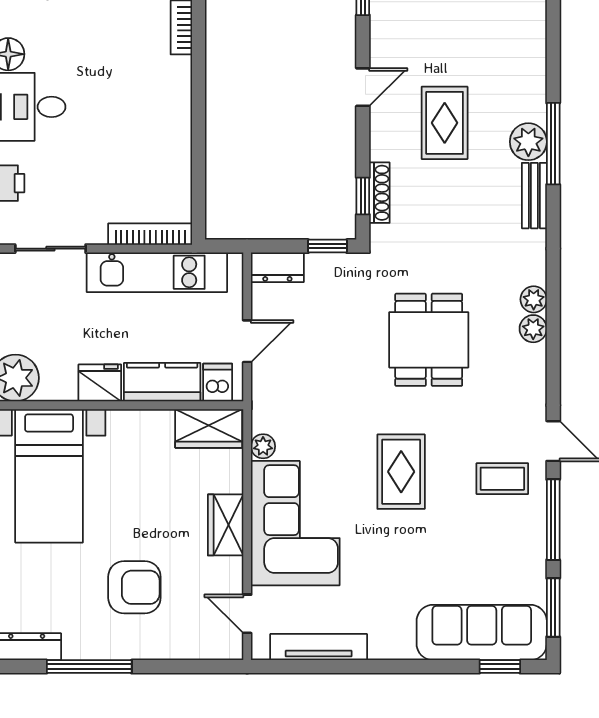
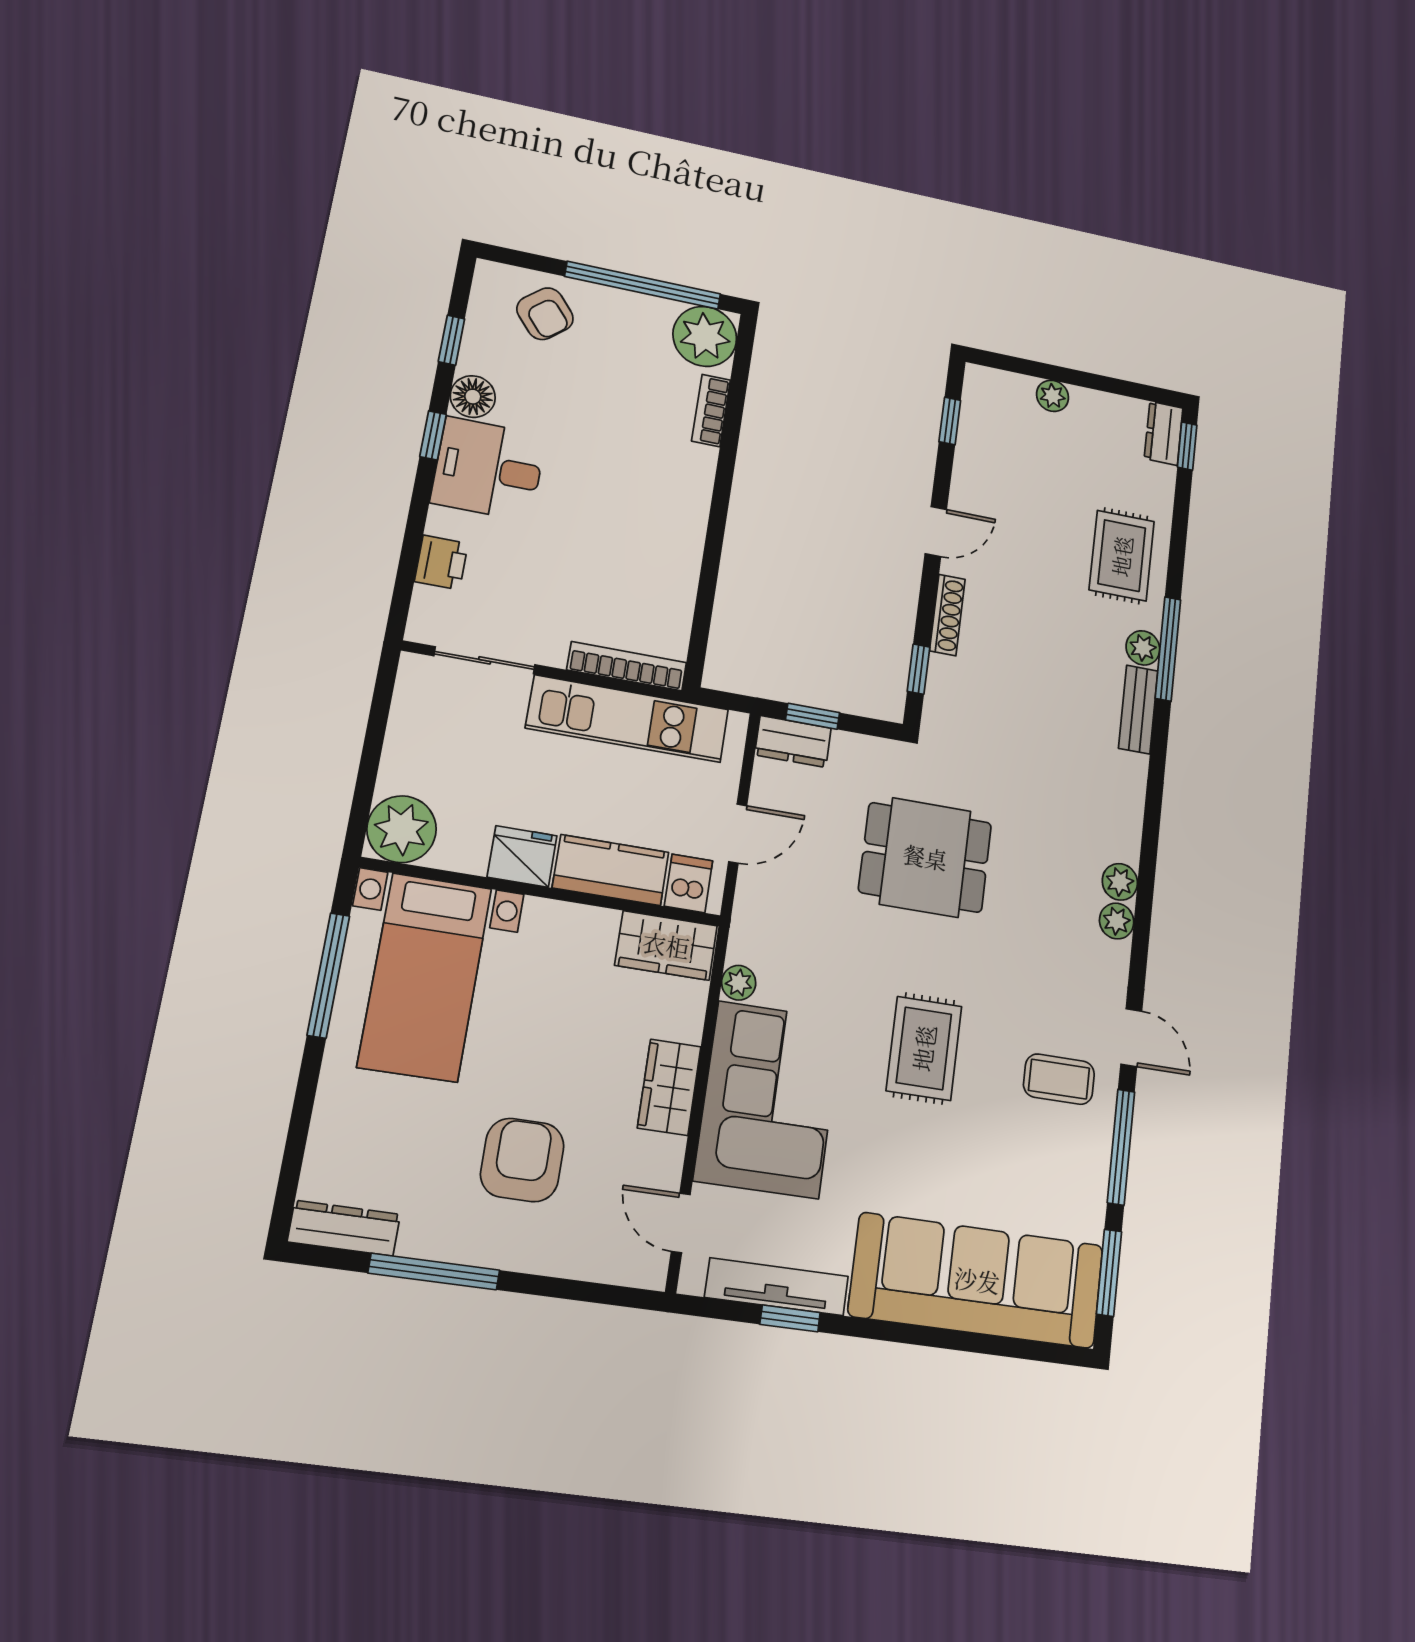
rug: (445, 123) -> (1122, 556), moved
plant: (528, 142) -> (1143, 648), width x0.73, depth x0.73
shoe rack: (379, 193) -> (947, 615), moved
window: (328, 246) -> (813, 716), moved
plant: (534, 299) -> (1117, 921), moved
dining table: (429, 340) -> (925, 857), moved, turned 90
armchair: (134, 587) -> (522, 1160), turned -90
sofa: (482, 632) -> (977, 1280), width x1.36, depth x1.27
window: (500, 667) -> (790, 1318), moved

